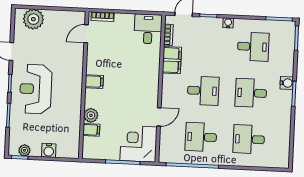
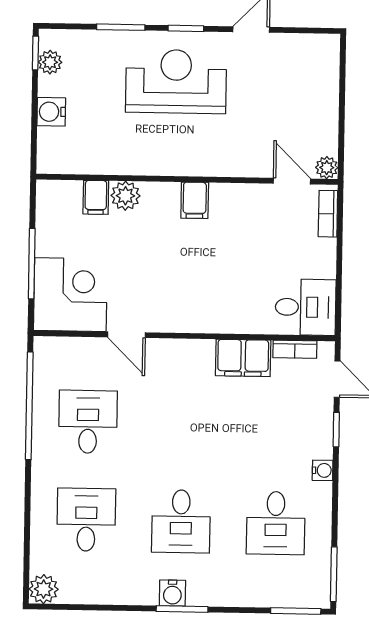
plant: (33, 19) -> (327, 168), moved, width x0.53, depth x0.53
water cooler: (287, 83) -> (172, 593), moved
desk: (203, 91) -> (183, 423), removed
desk: (251, 93) -> (181, 521), turned 180
plant: (282, 161) -> (44, 589), added

